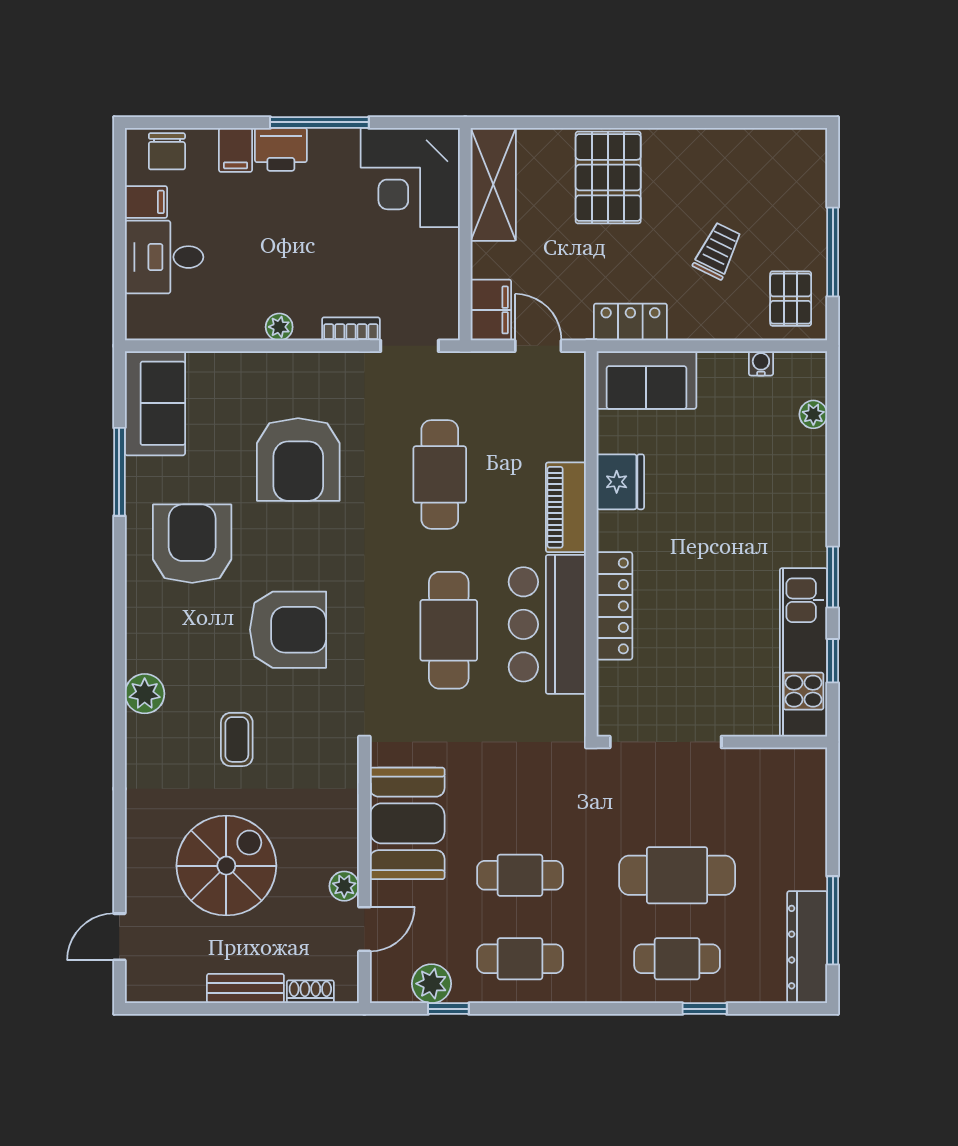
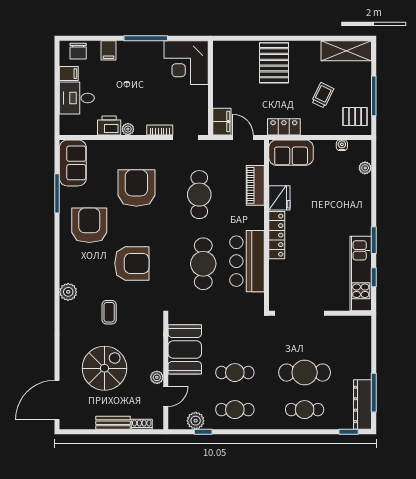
printer: (281, 149) -> (109, 126), moved, turned 180
shelving: (493, 184) -> (346, 51), moved, turned 90
pallet: (791, 299) -> (355, 116), turned 90
armchair: (298, 460) -> (136, 188), turned 180
piano: (566, 507) -> (255, 185), moved
locker: (614, 606) -> (277, 235), moved
door: (119, 937) -> (57, 400), width x1.88
window: (705, 1009) -> (349, 432), moved

